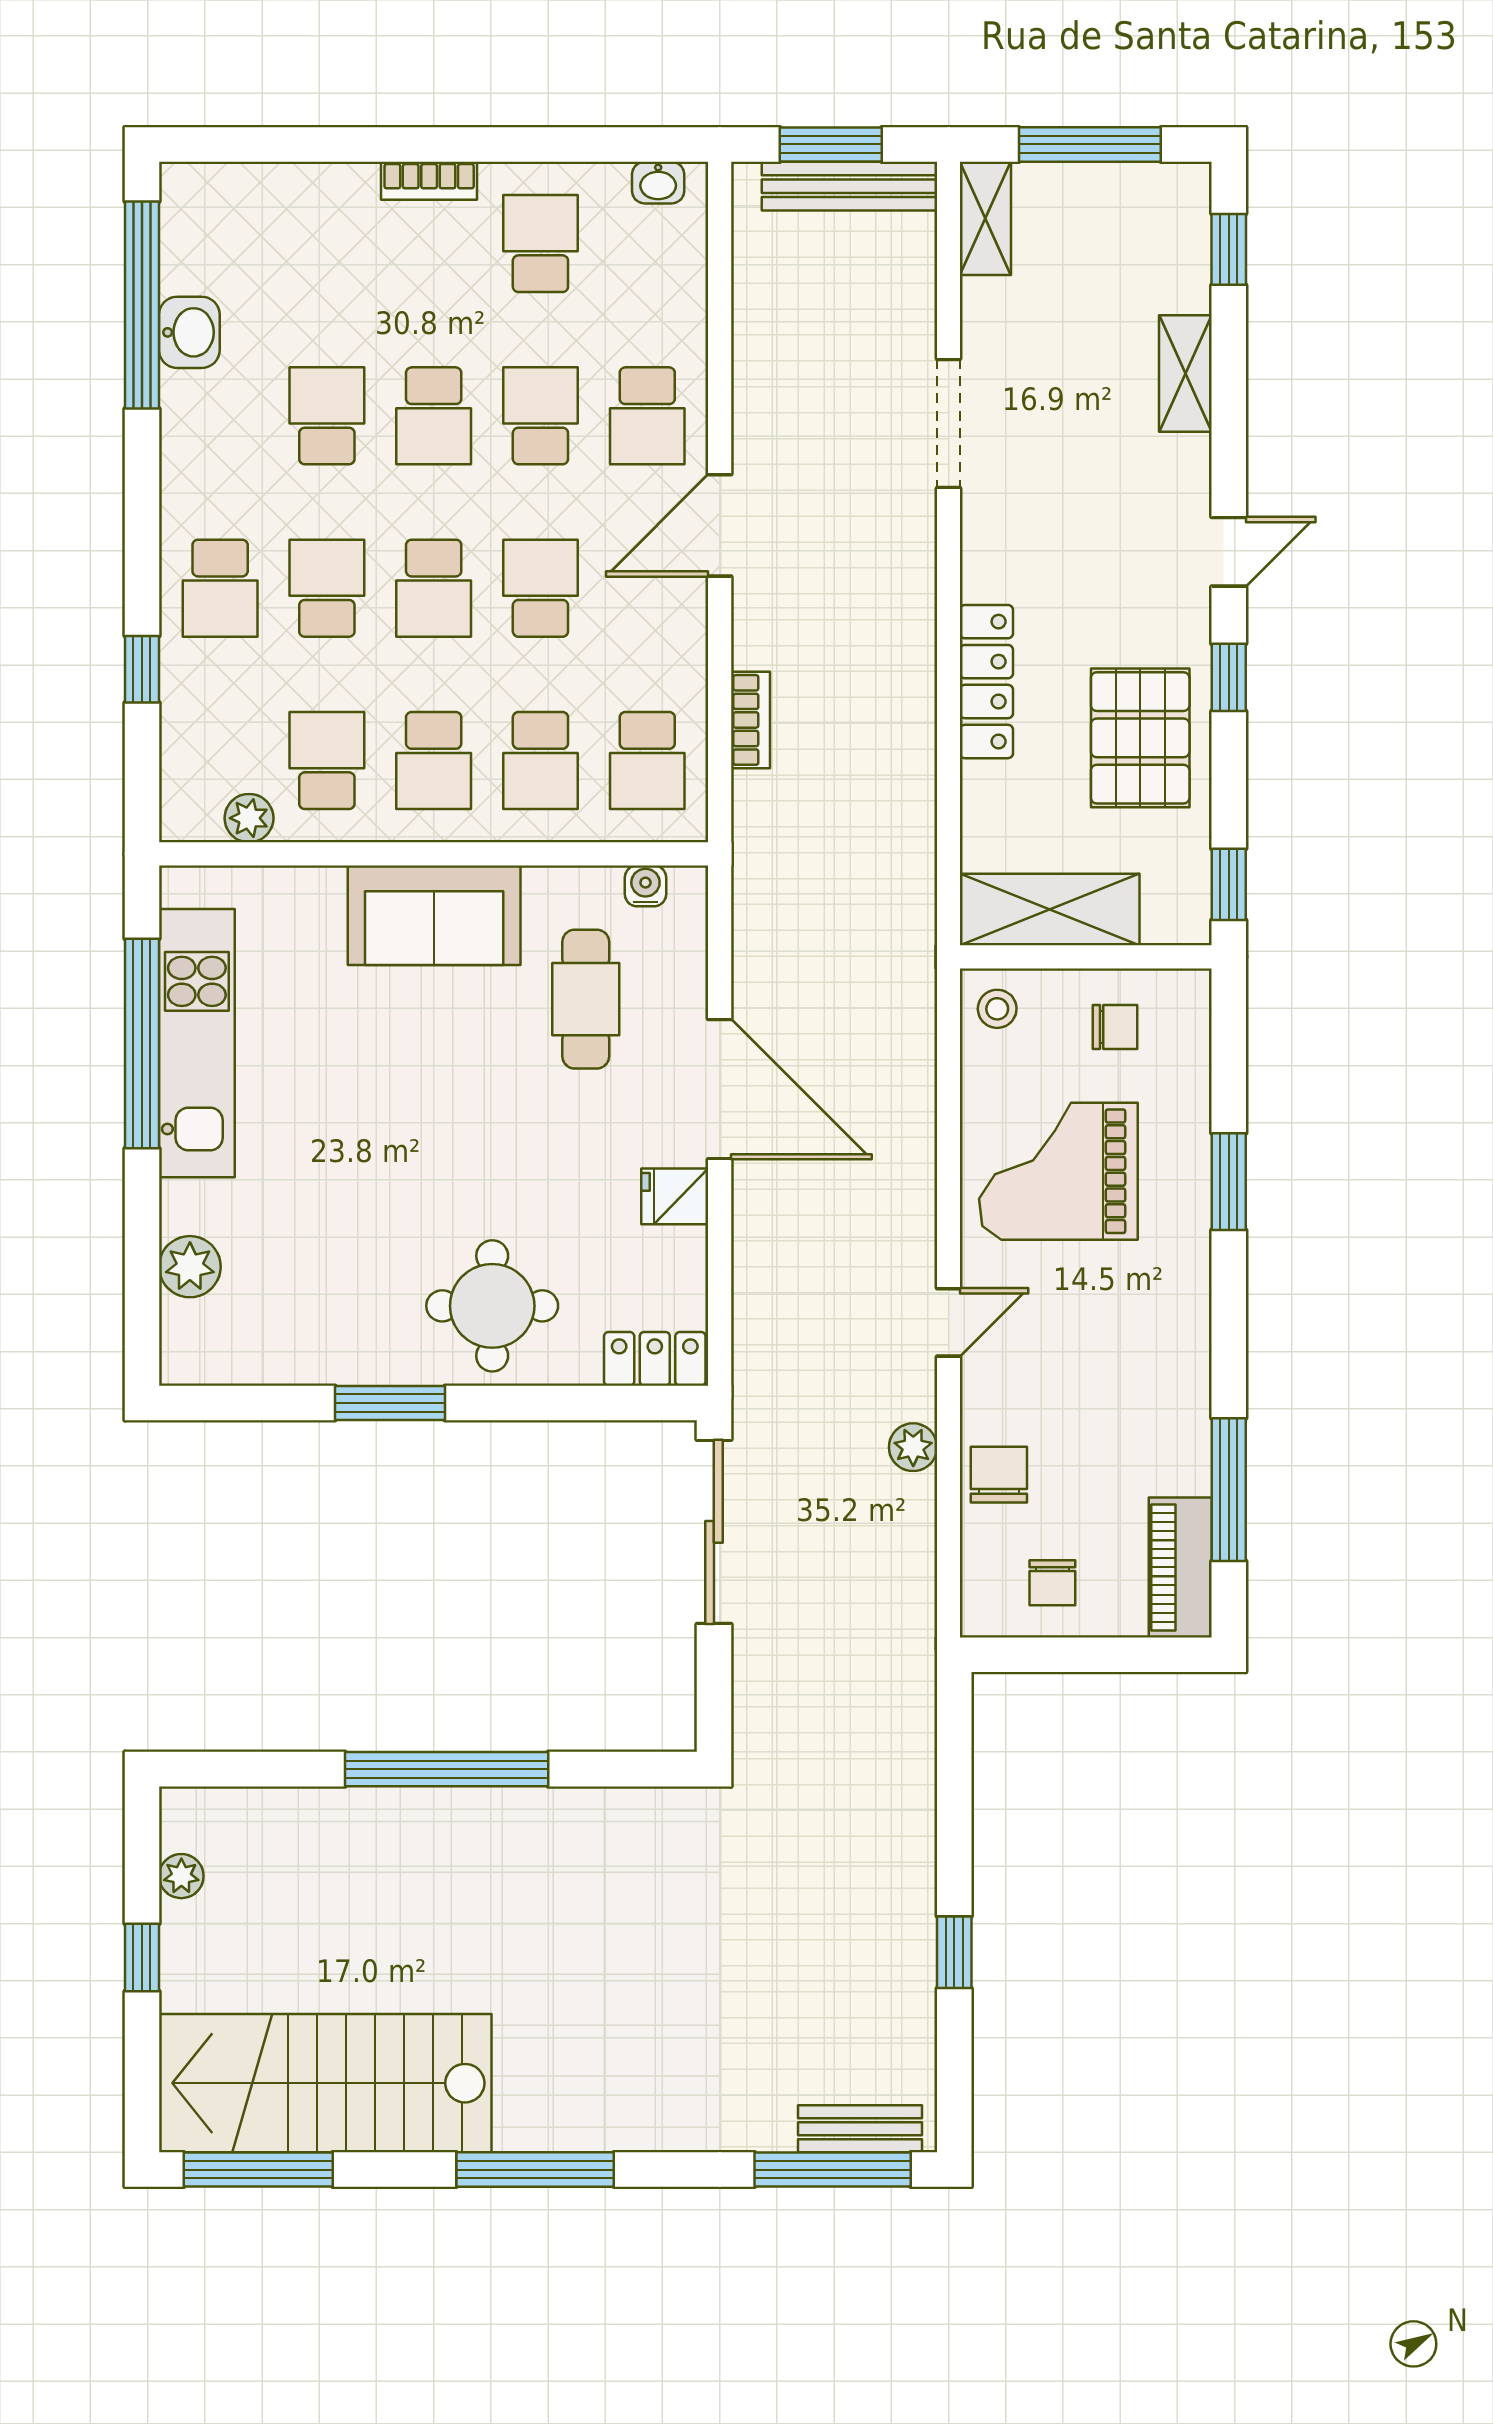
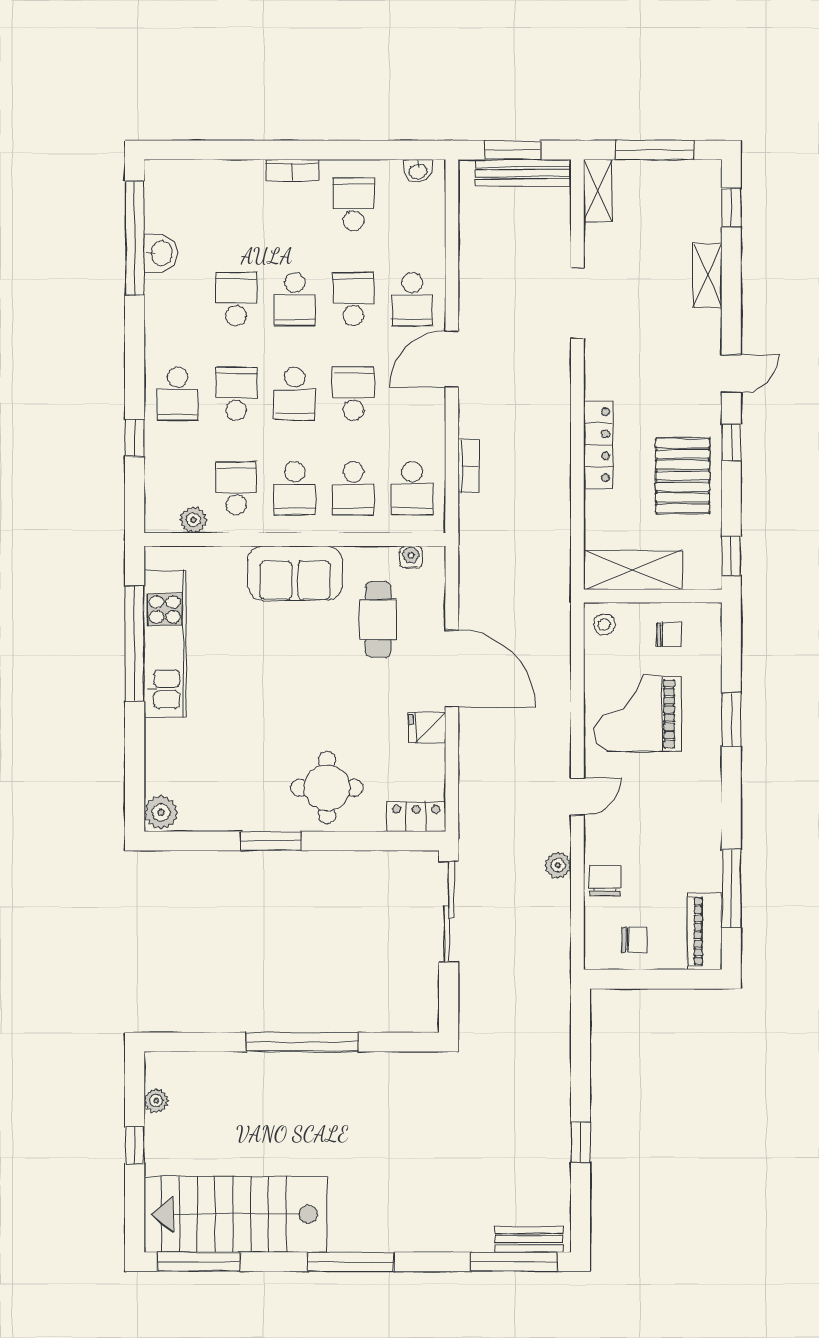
plant: (190, 1267) -> (161, 812), moved
chair: (1052, 1583) -> (634, 940), turned -90

